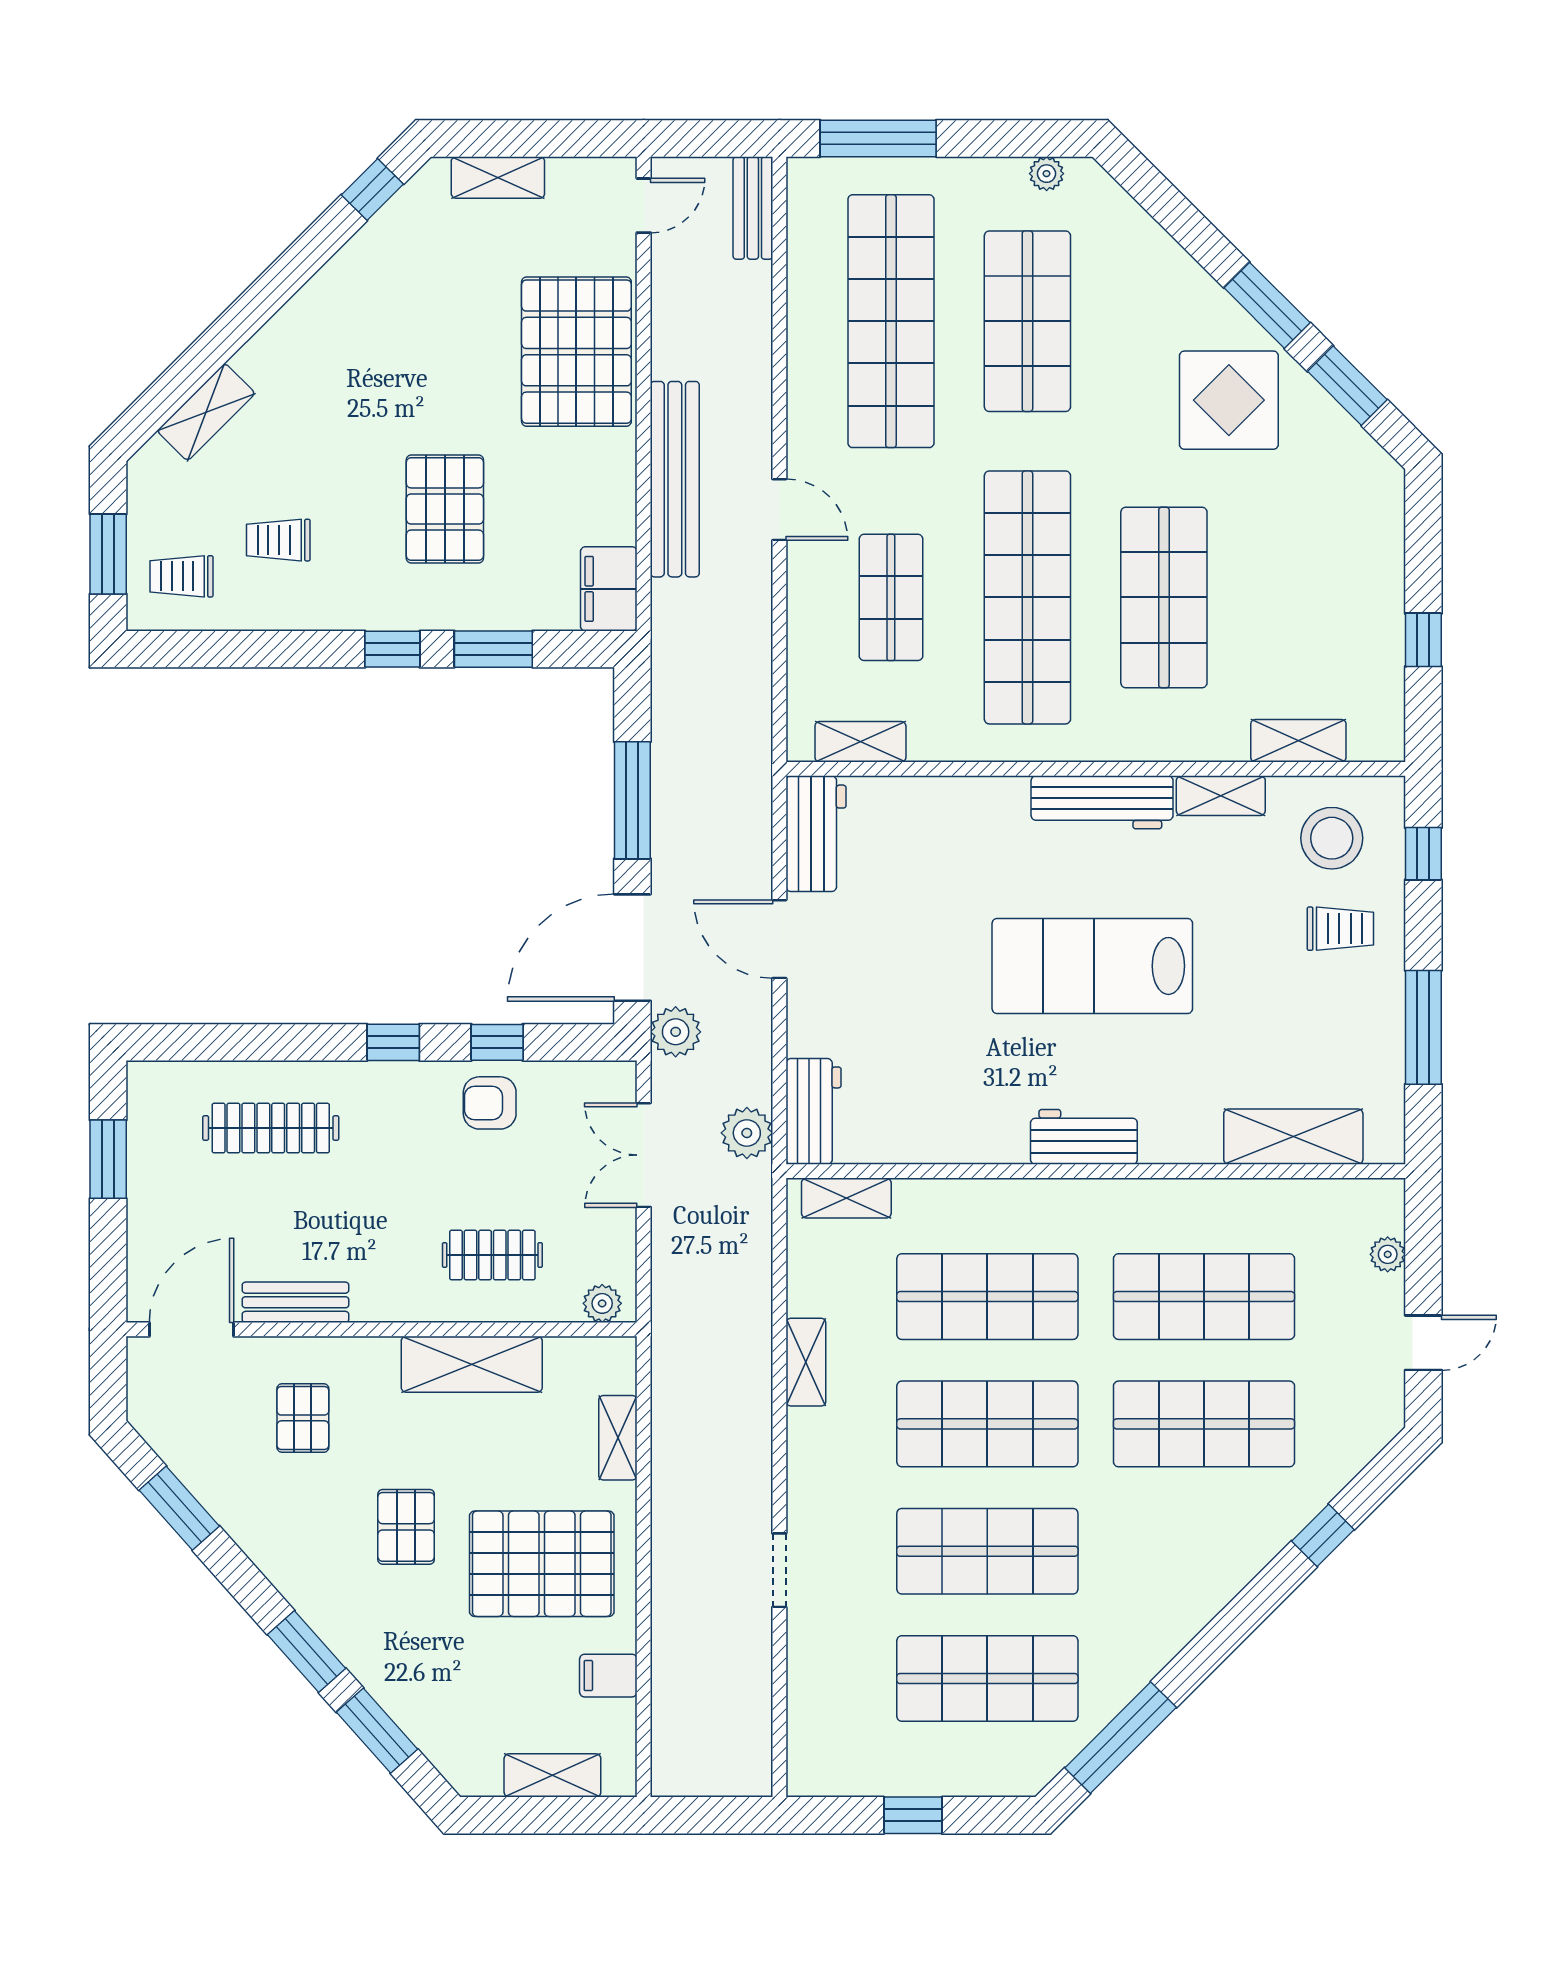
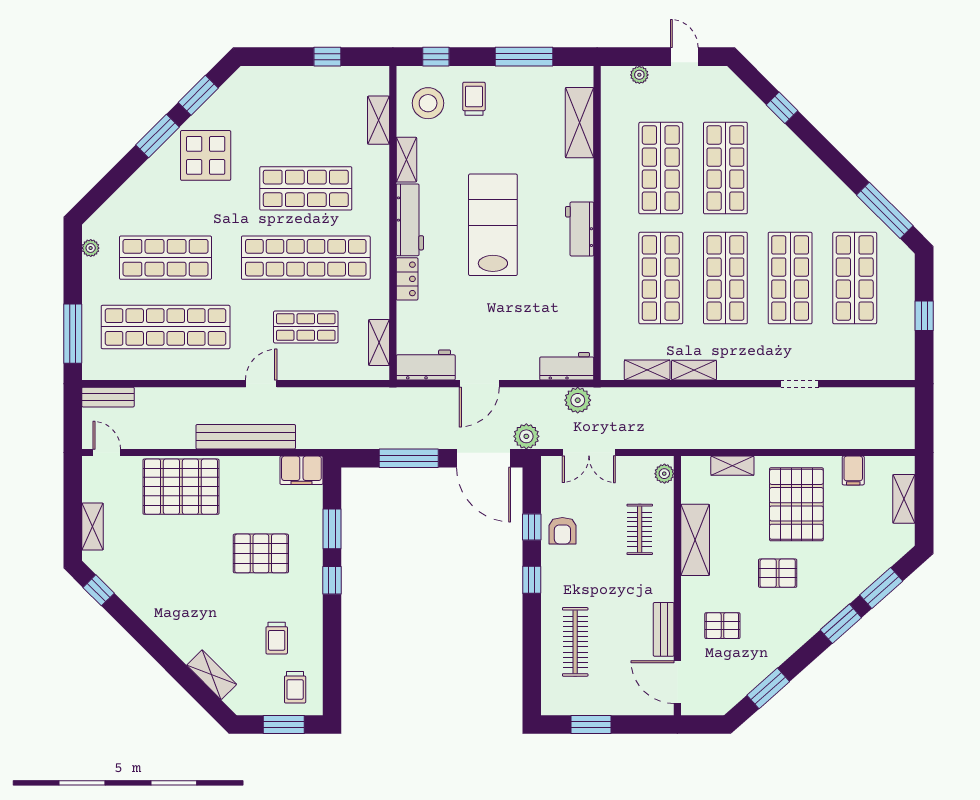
locker: (986, 797) -> (407, 279), added
lab bench: (1092, 966) -> (493, 225), turned 180
shelving: (846, 1198) -> (647, 370), moved, turned 90

